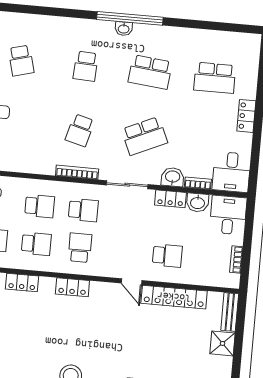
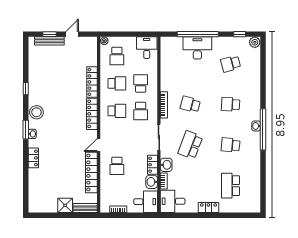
school desk: (150, 72) -> (231, 145), width x0.54
school desk: (144, 136) -> (190, 145), turned 45
school desk: (40, 206) -> (141, 83), turned 180
school desk: (36, 244) -> (117, 83), turned -90
locker: (22, 283) -> (92, 82), width x1.53
locker: (72, 287) -> (92, 114), width x1.53

